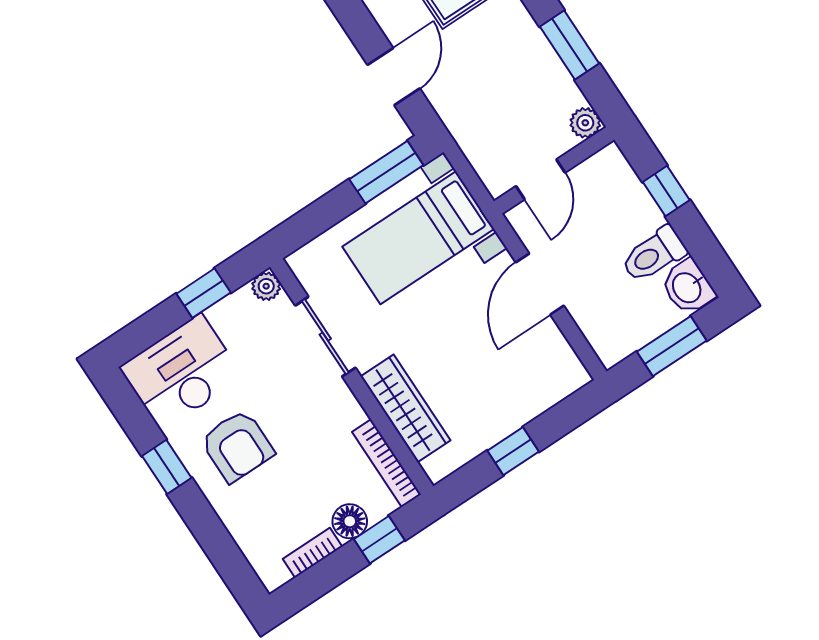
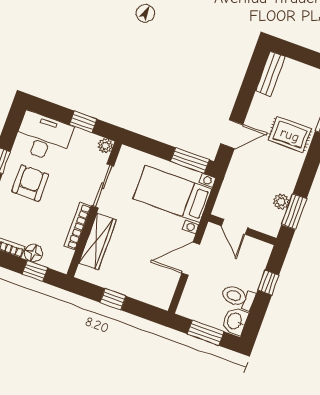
window: (570, 45) -> (294, 212), moved
plant: (585, 123) -> (281, 202), moved
door: (541, 179) -> (234, 227), hinge flipped
armchair: (237, 446) -> (30, 183), turned 180
bookcase: (386, 463) -> (78, 226), moved

